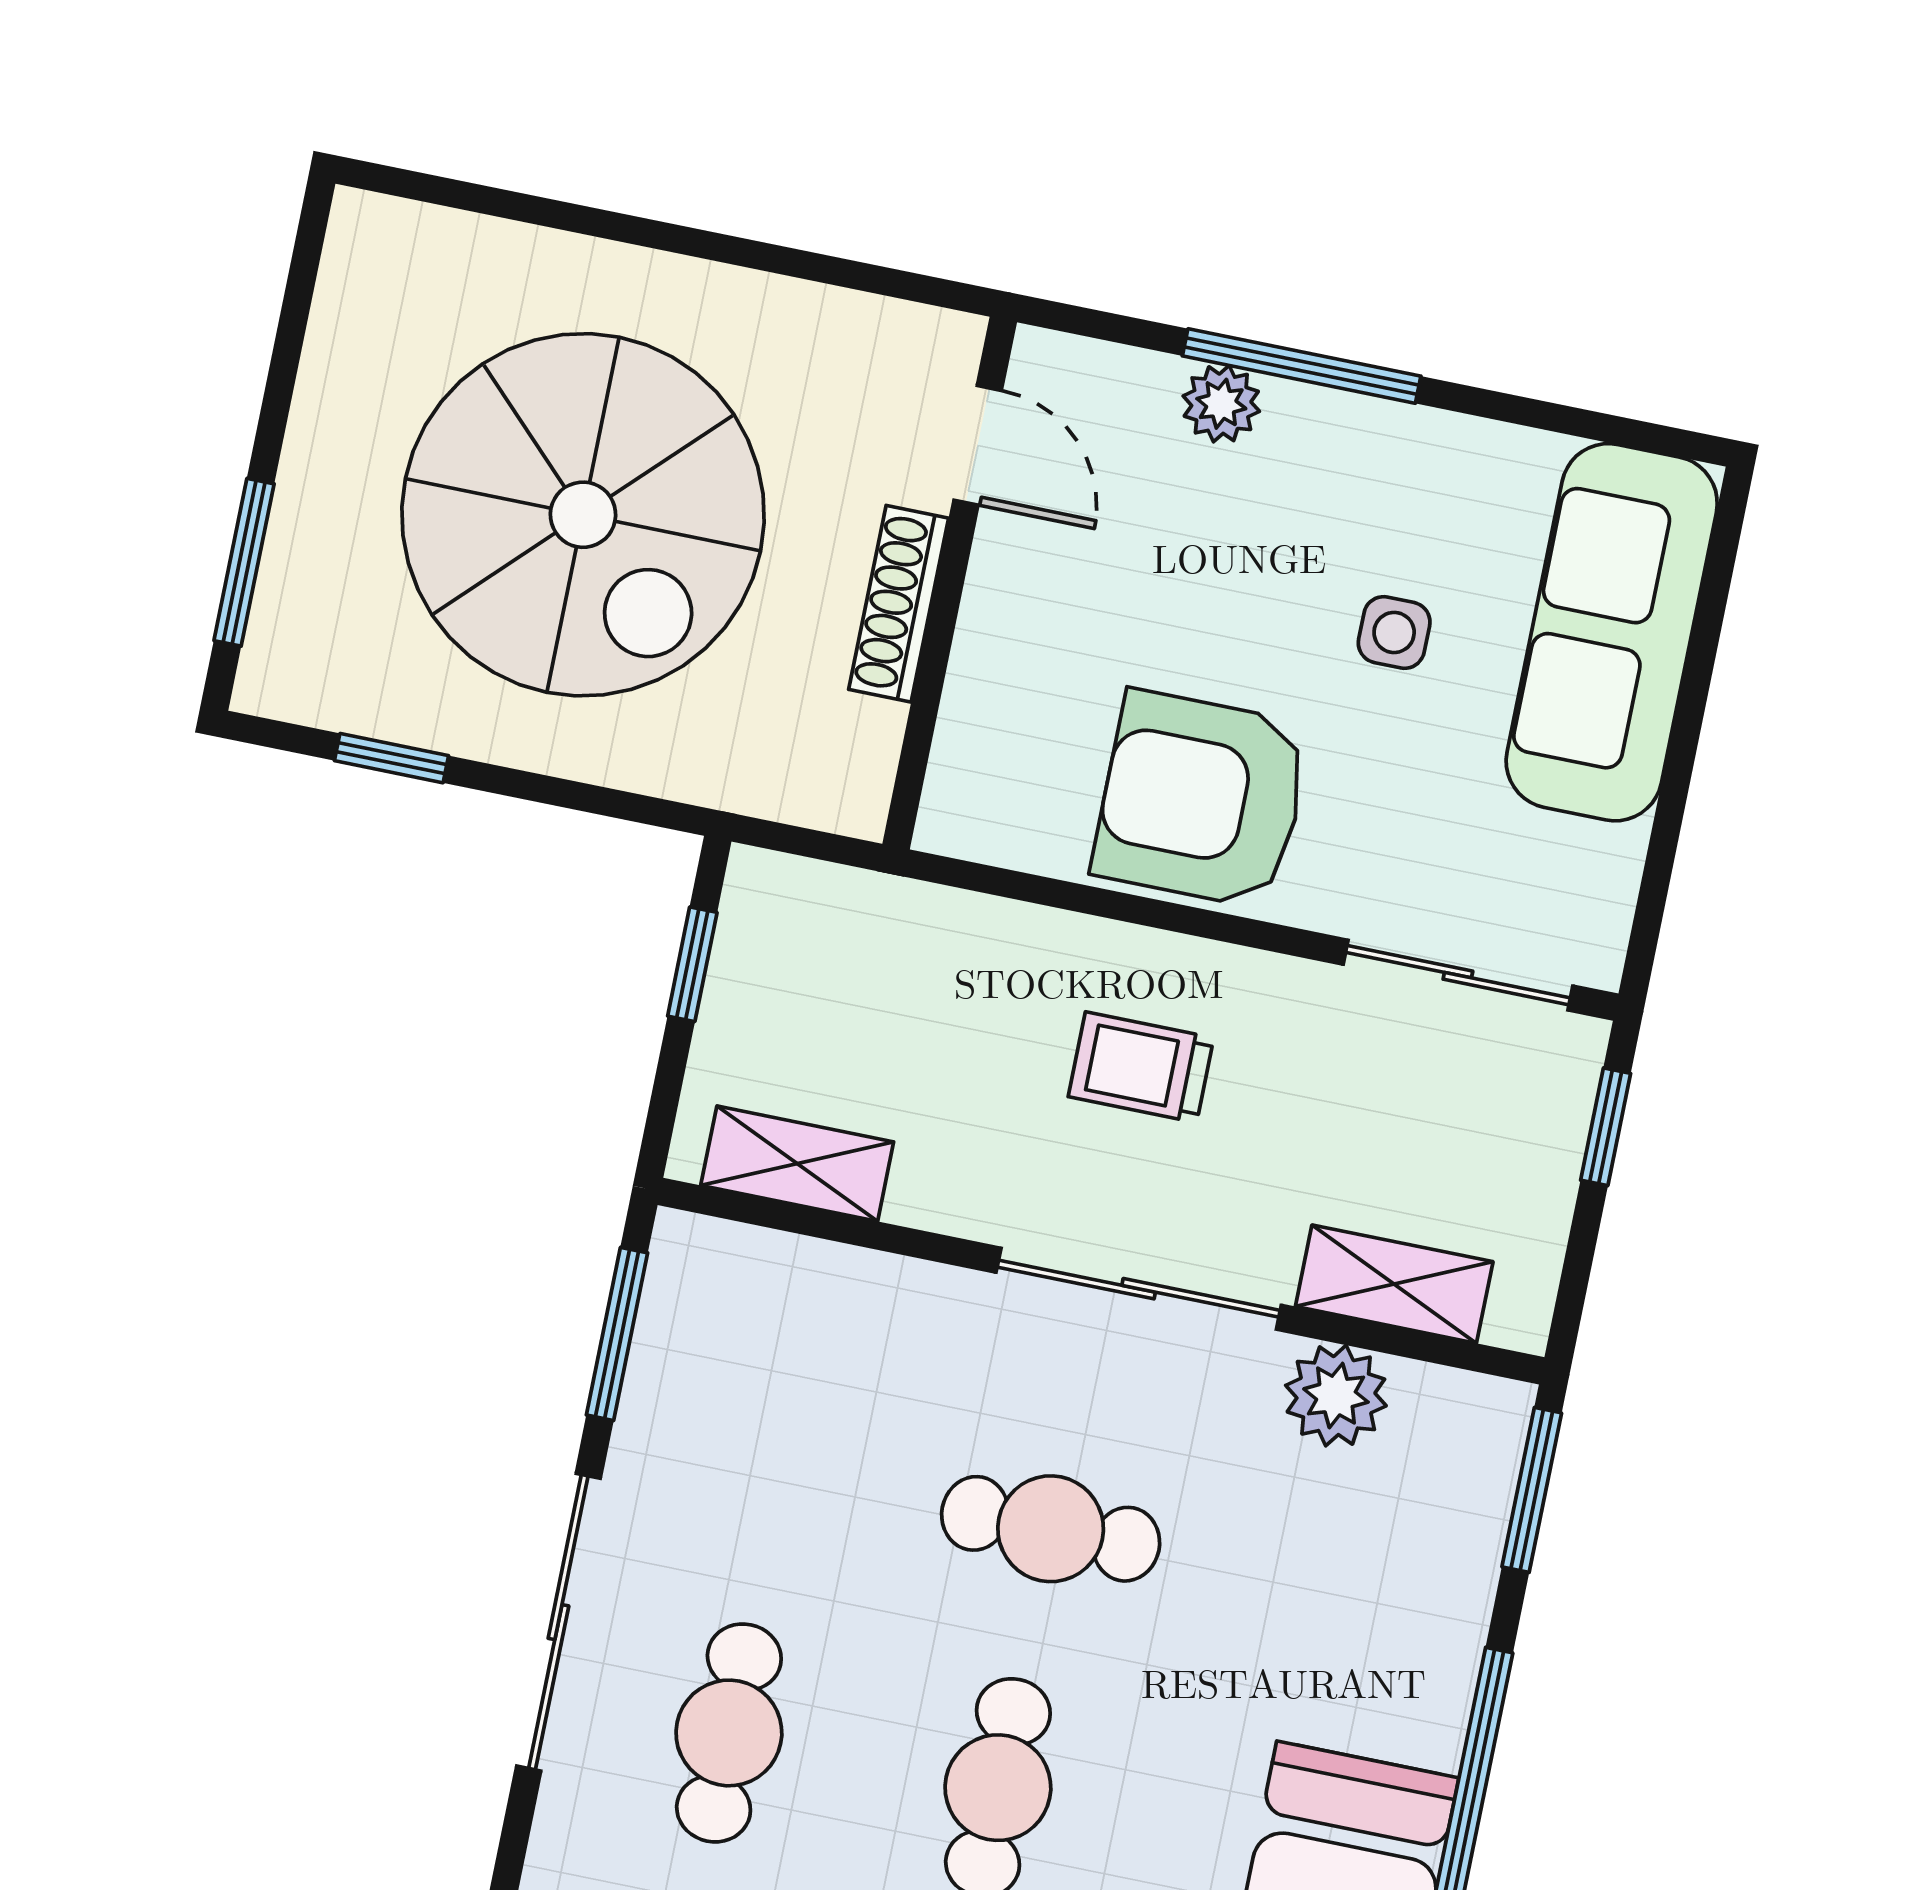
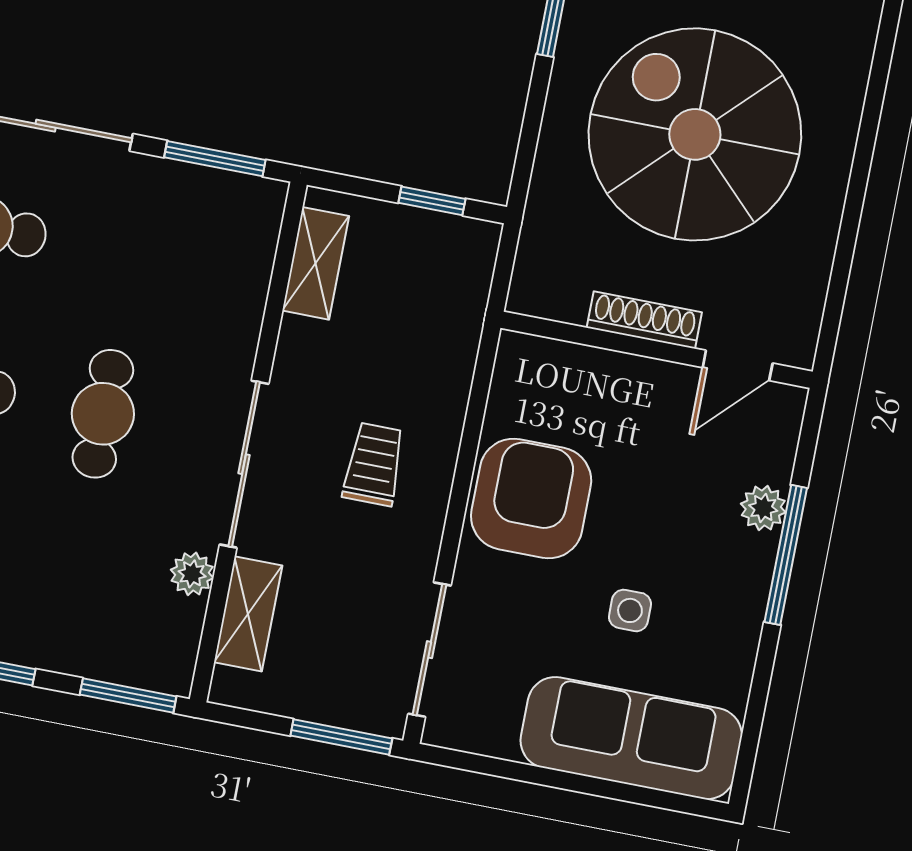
spiral stairs: (583, 515) -> (695, 134), turned 90
window: (1606, 1127) -> (341, 737), width x1.50
plant: (1336, 1396) -> (192, 574), width x0.73, depth x0.73

